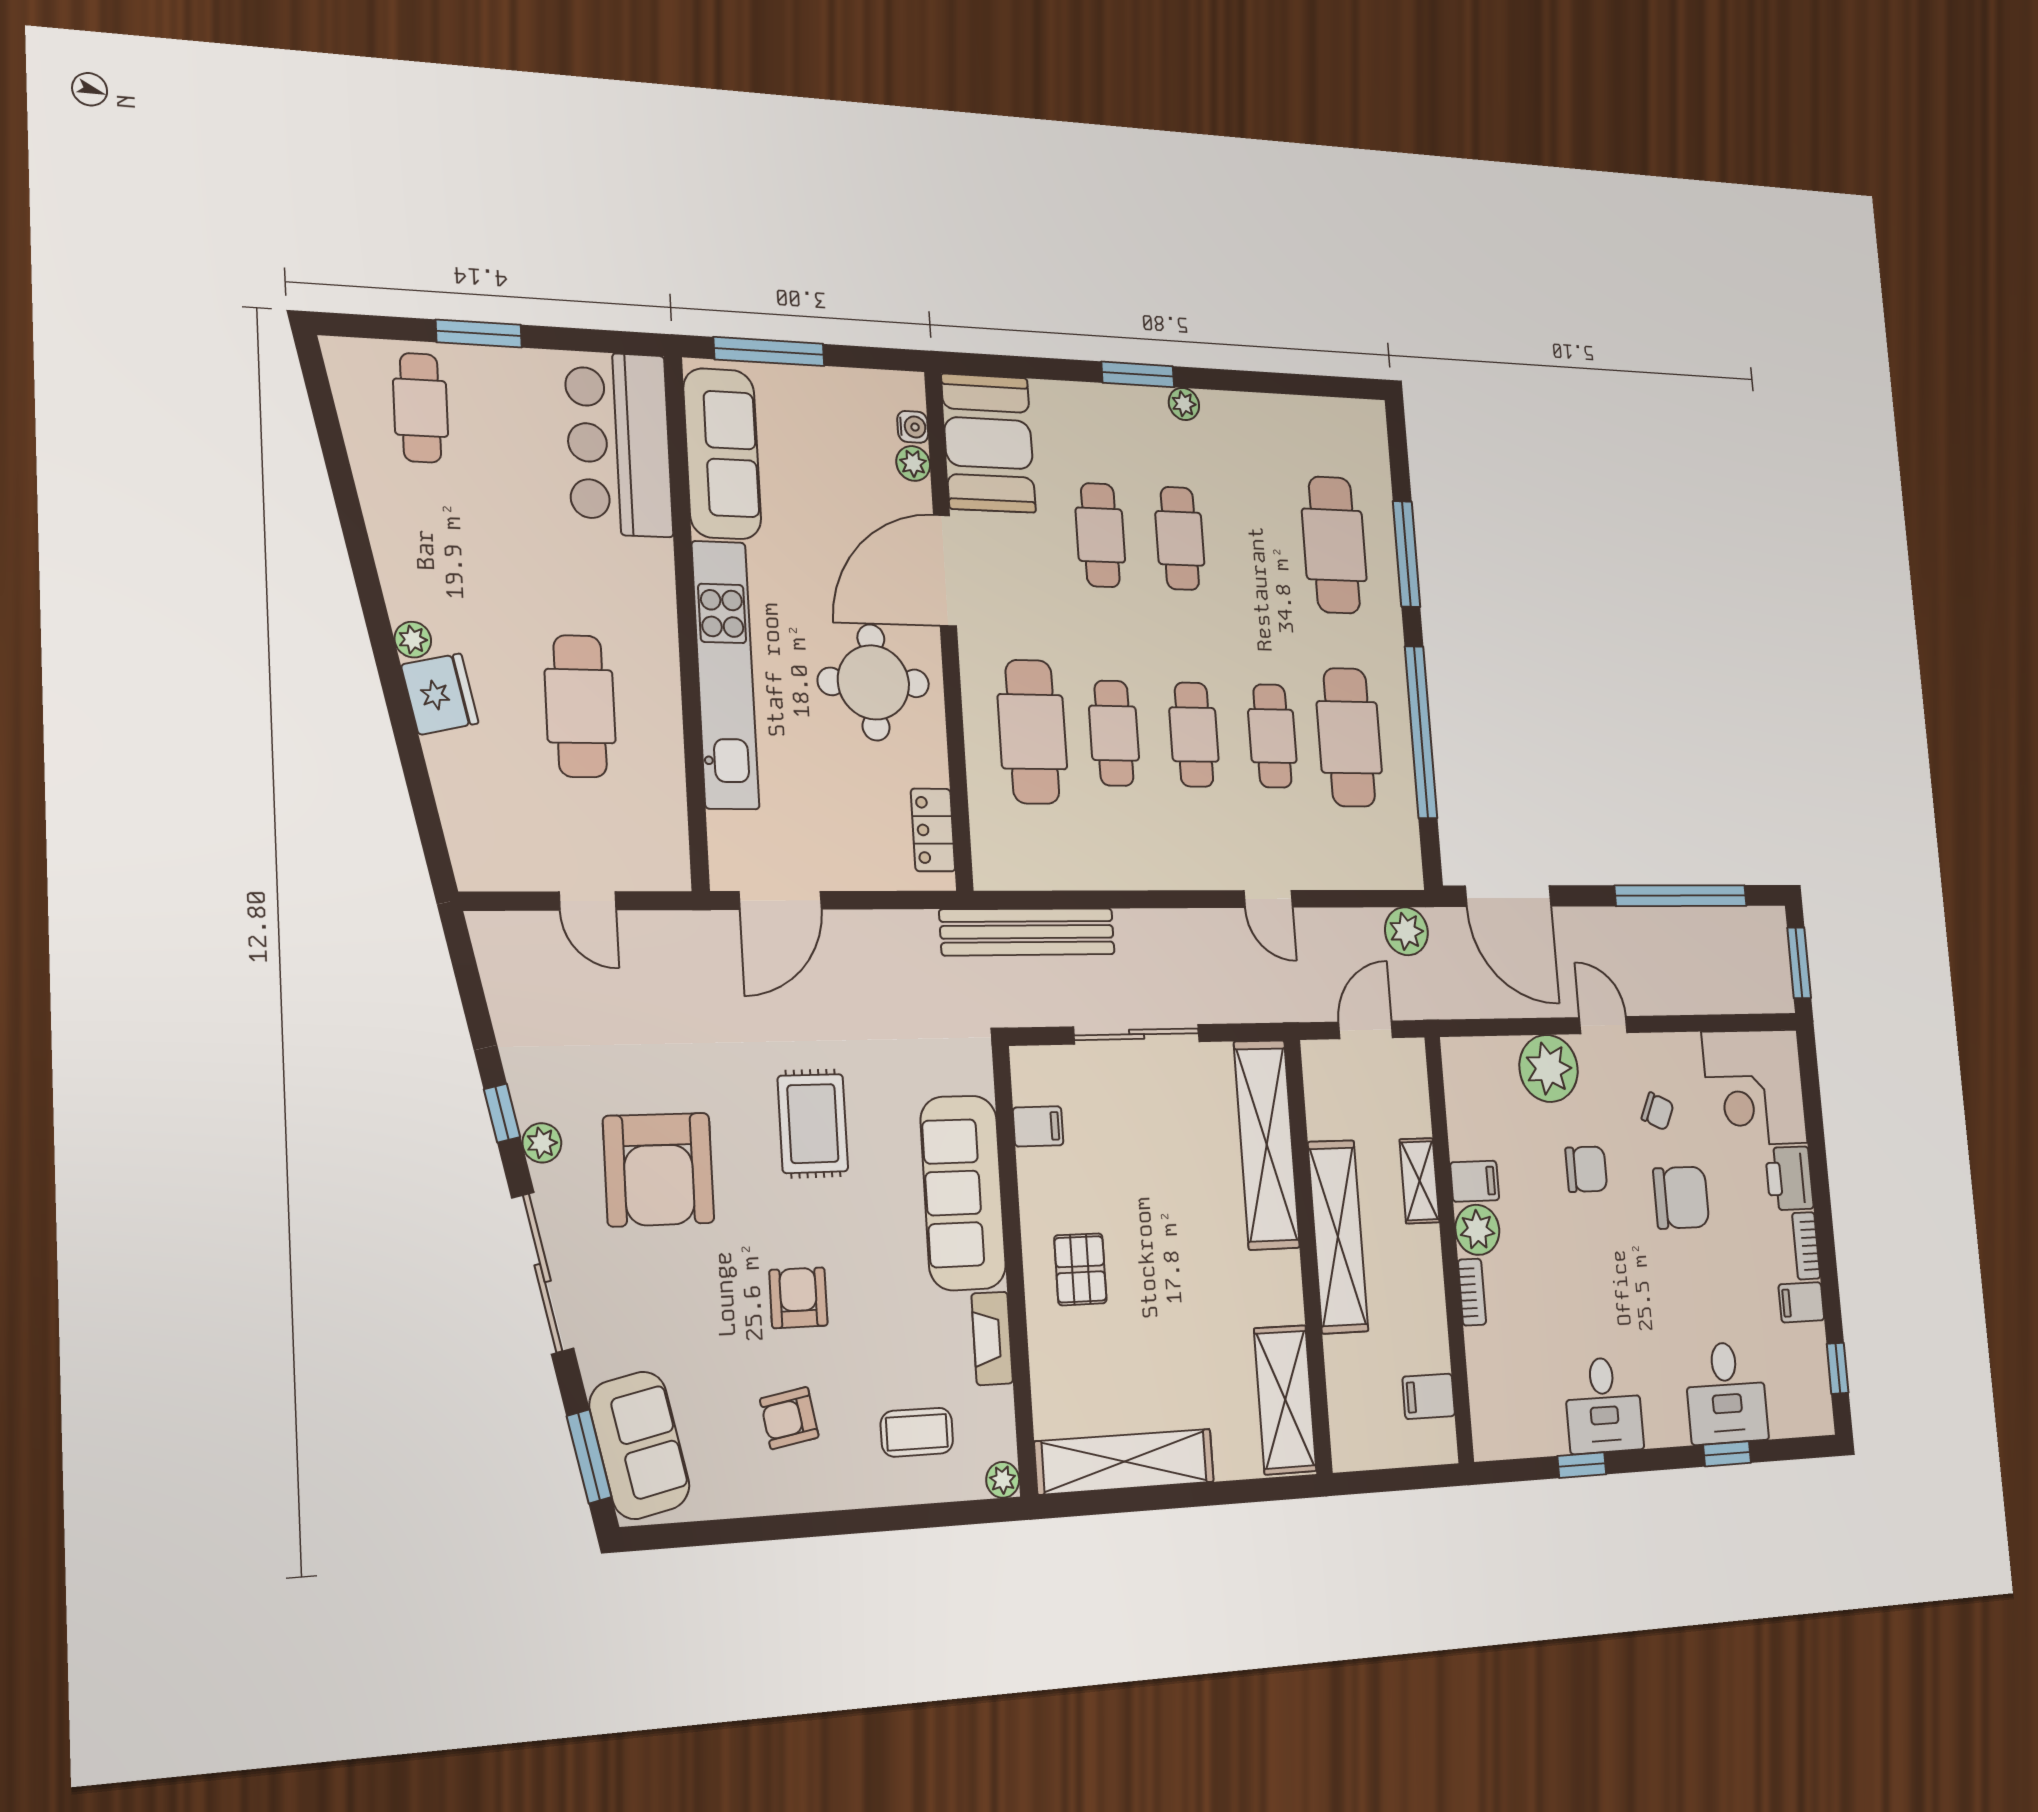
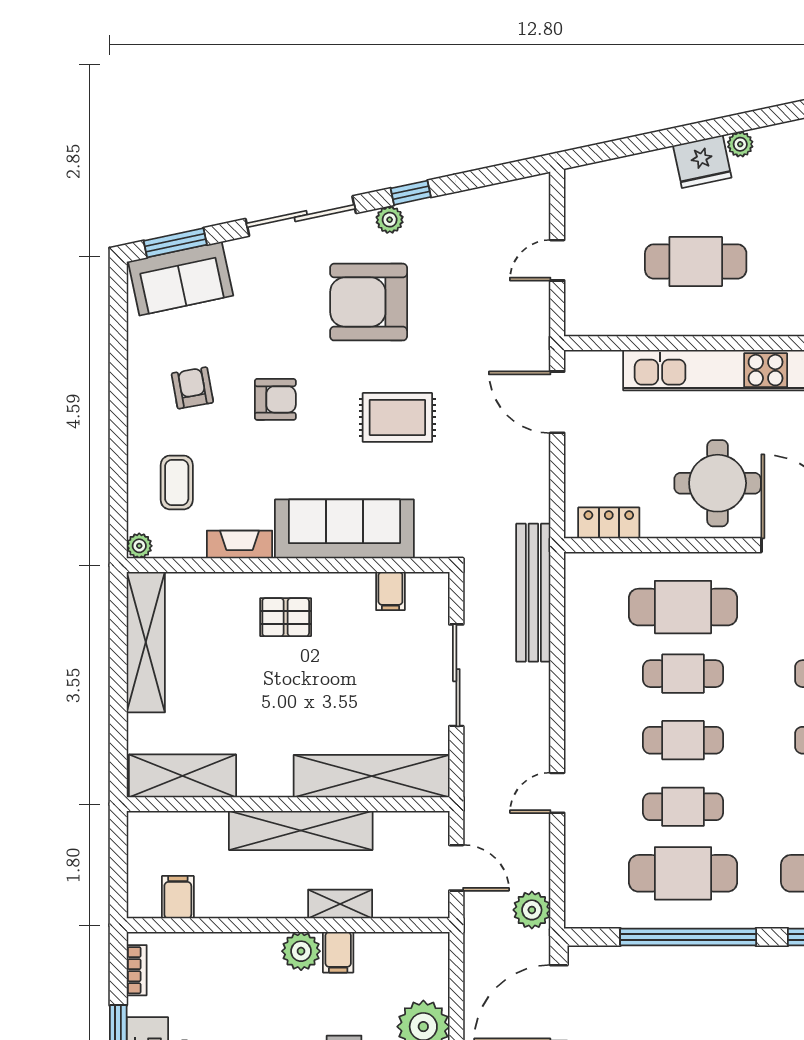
bookcase: (1472, 1292) -> (137, 970), moved, turned -90

